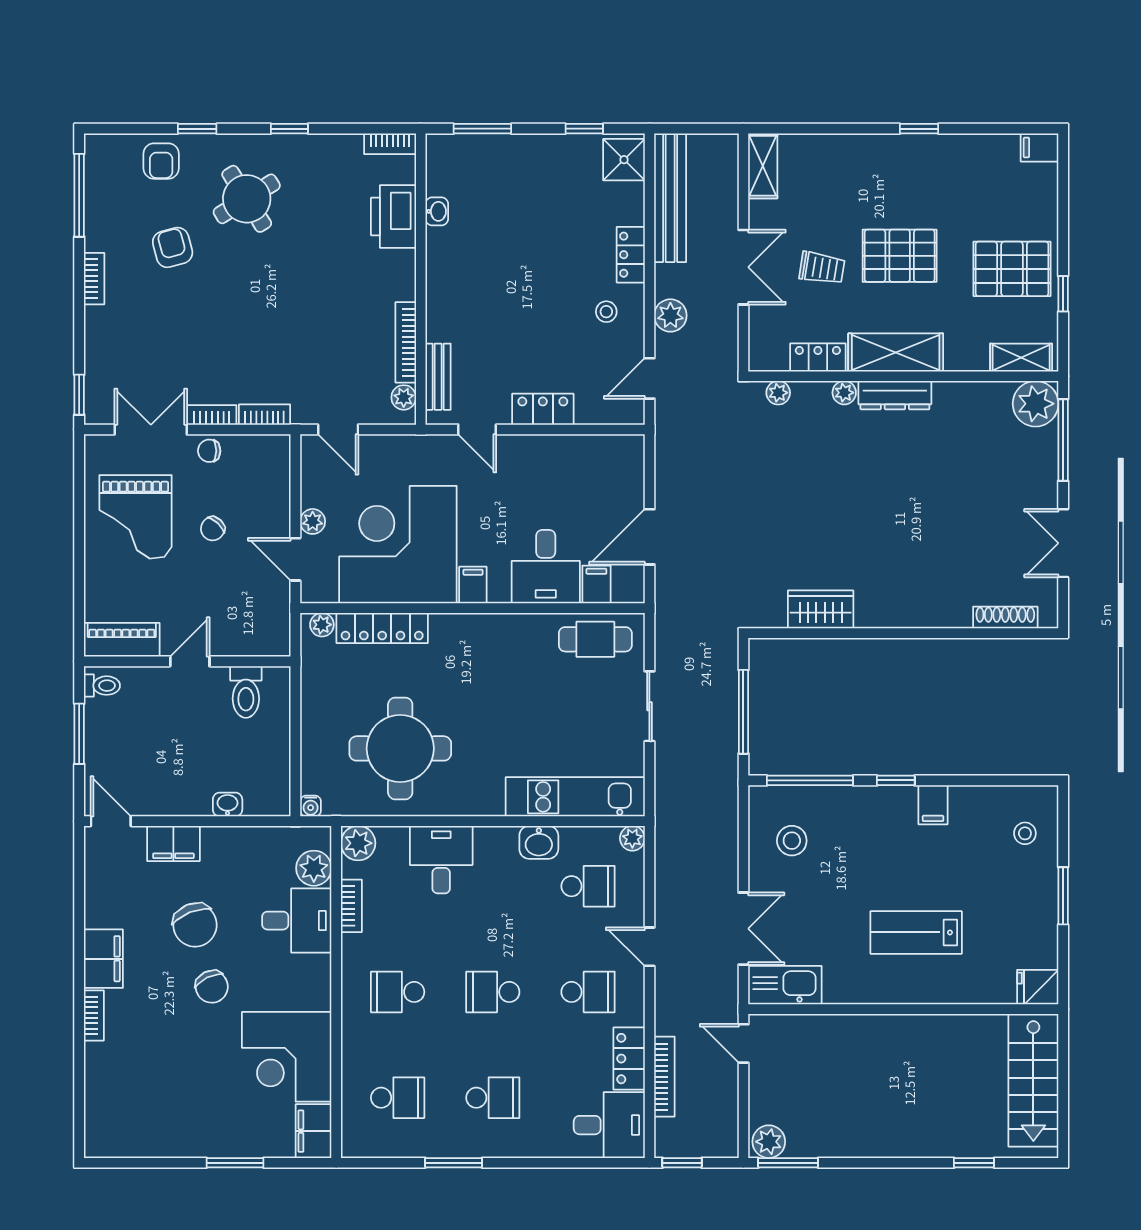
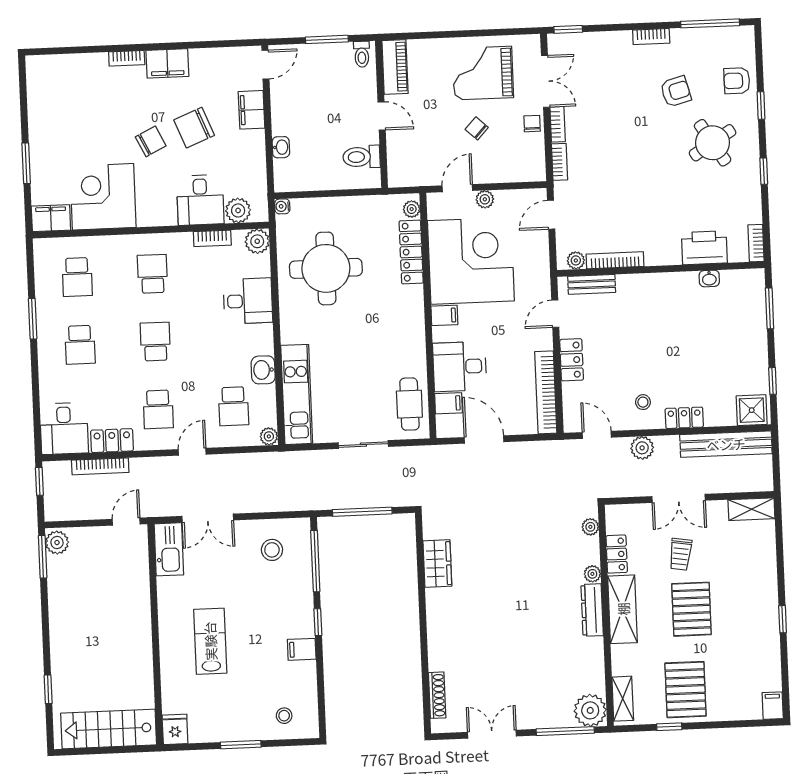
bookcase: (587, 447) -> (546, 392), added
chair: (212, 987) -> (151, 141), turned 180

